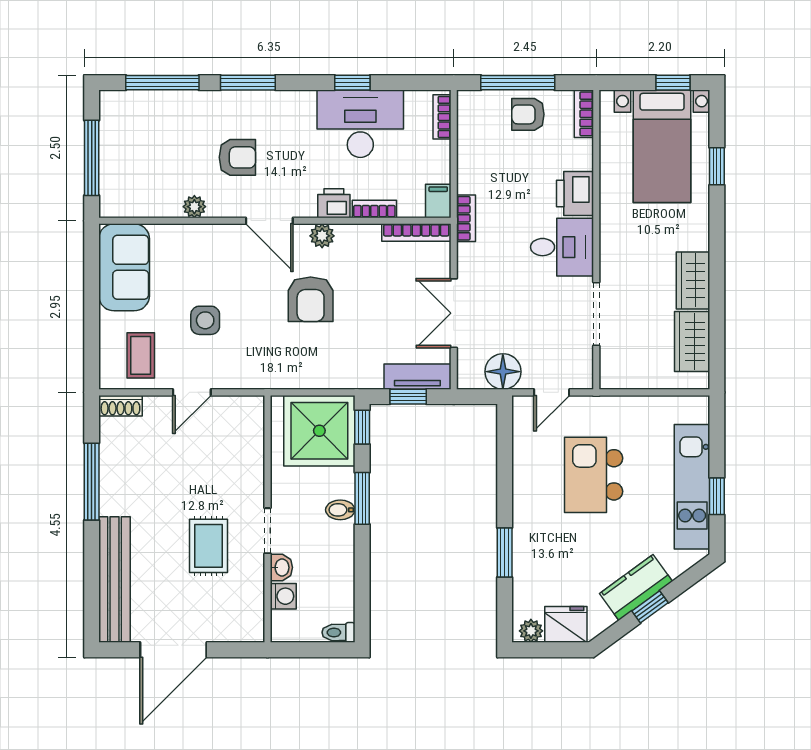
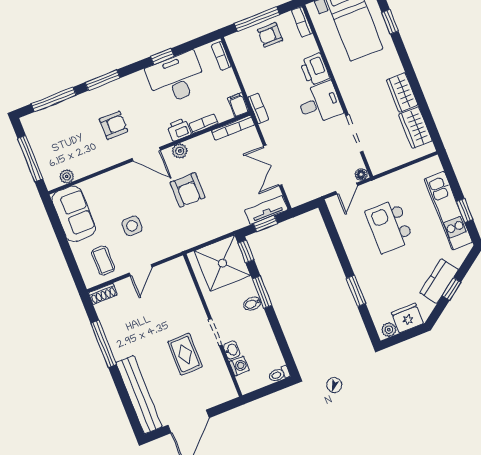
plant: (194, 207) -> (67, 176), moved
floor lamp: (503, 372) -> (361, 175), moved, width x0.53, depth x0.53

